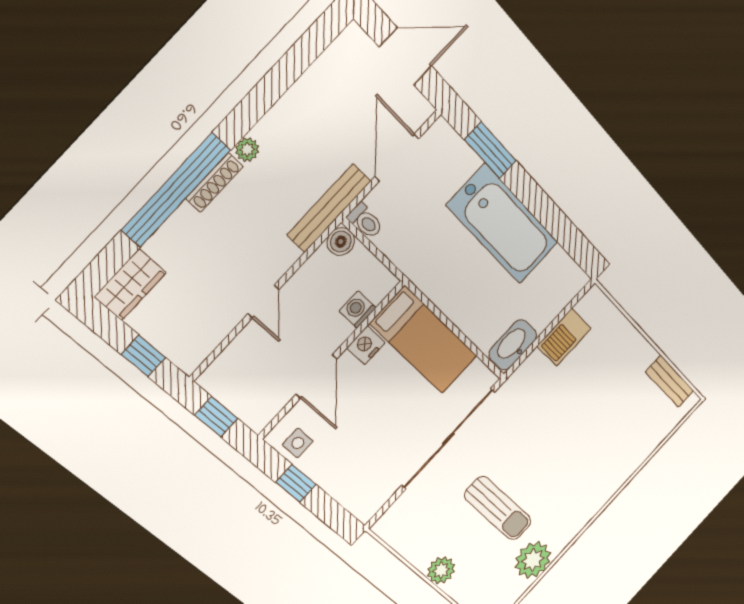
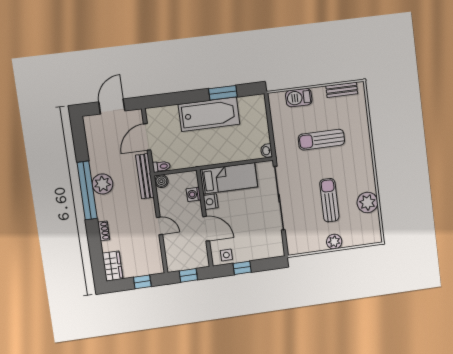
plant: (247, 150) -> (102, 184), width x1.88, depth x1.88
window: (490, 150) -> (223, 93), moved
door: (397, 157) -> (147, 137), hinge flipped
shoe rack: (214, 183) -> (104, 231), moved, width x0.70
window: (176, 190) -> (87, 190), moved
barbecue: (564, 337) -> (299, 98), moved, turned 90
washbasin: (513, 345) -> (266, 151), width x0.52, depth x0.69
sun lounger: (579, 418) -> (321, 140), added
sun lounger: (498, 508) -> (329, 200), turned -90

